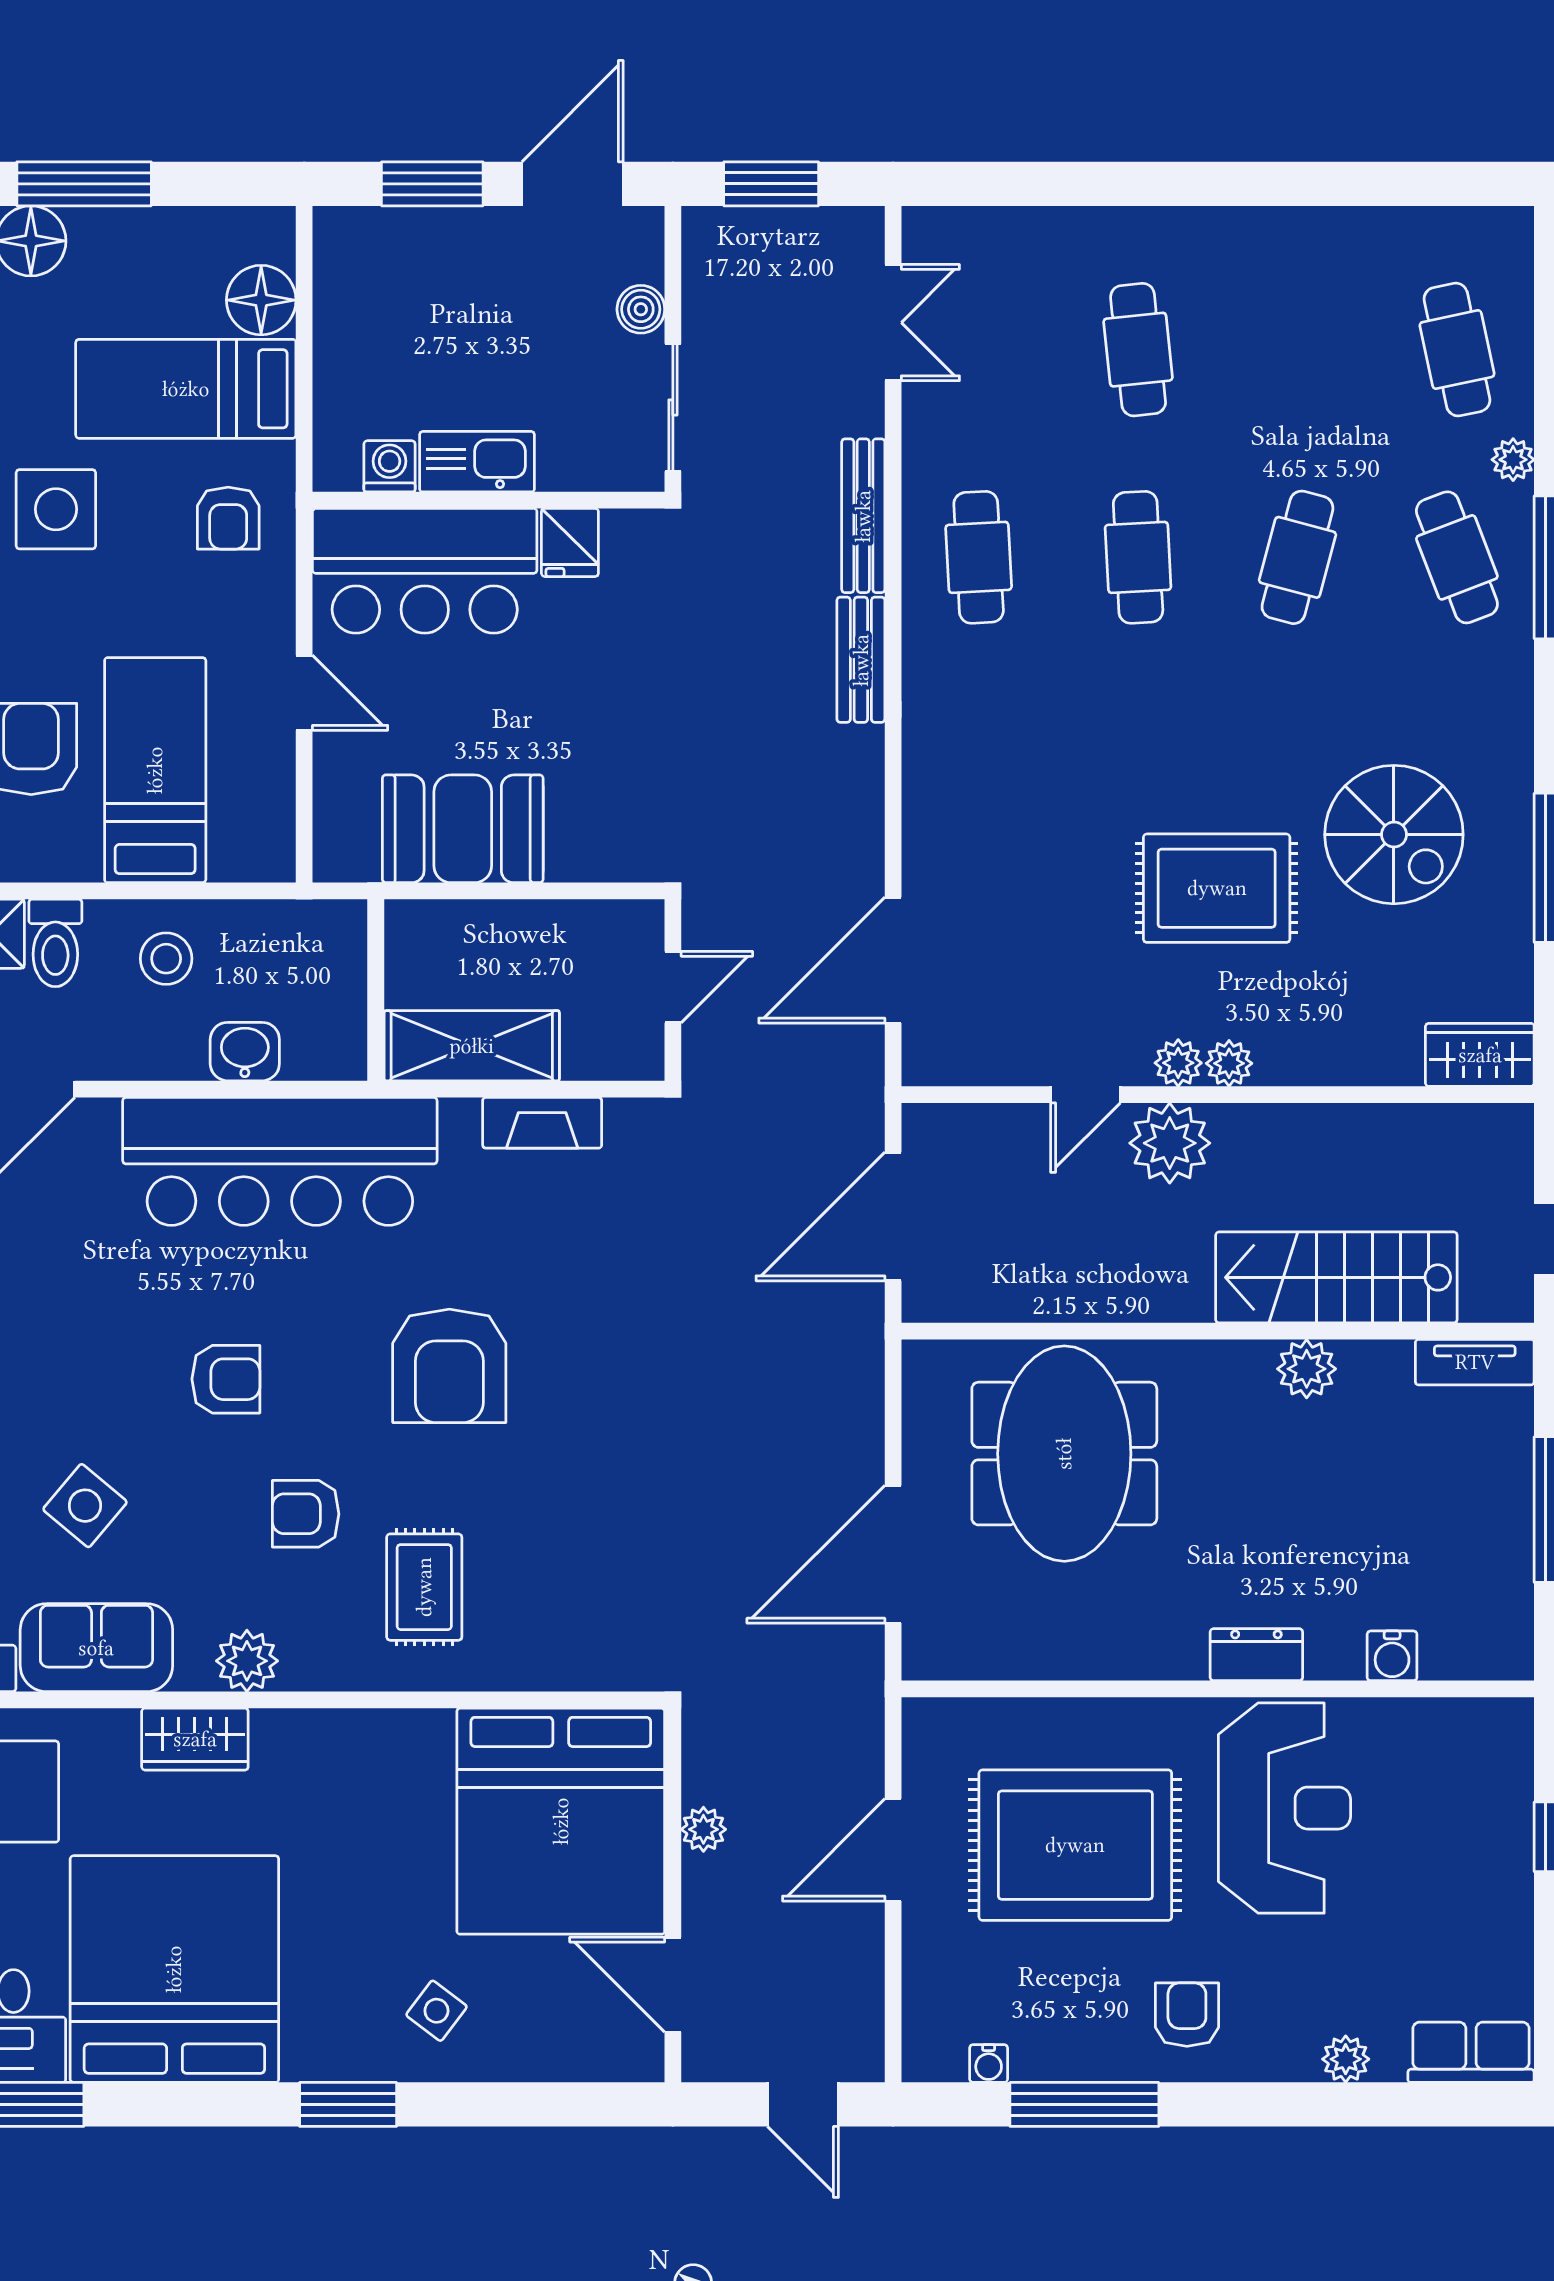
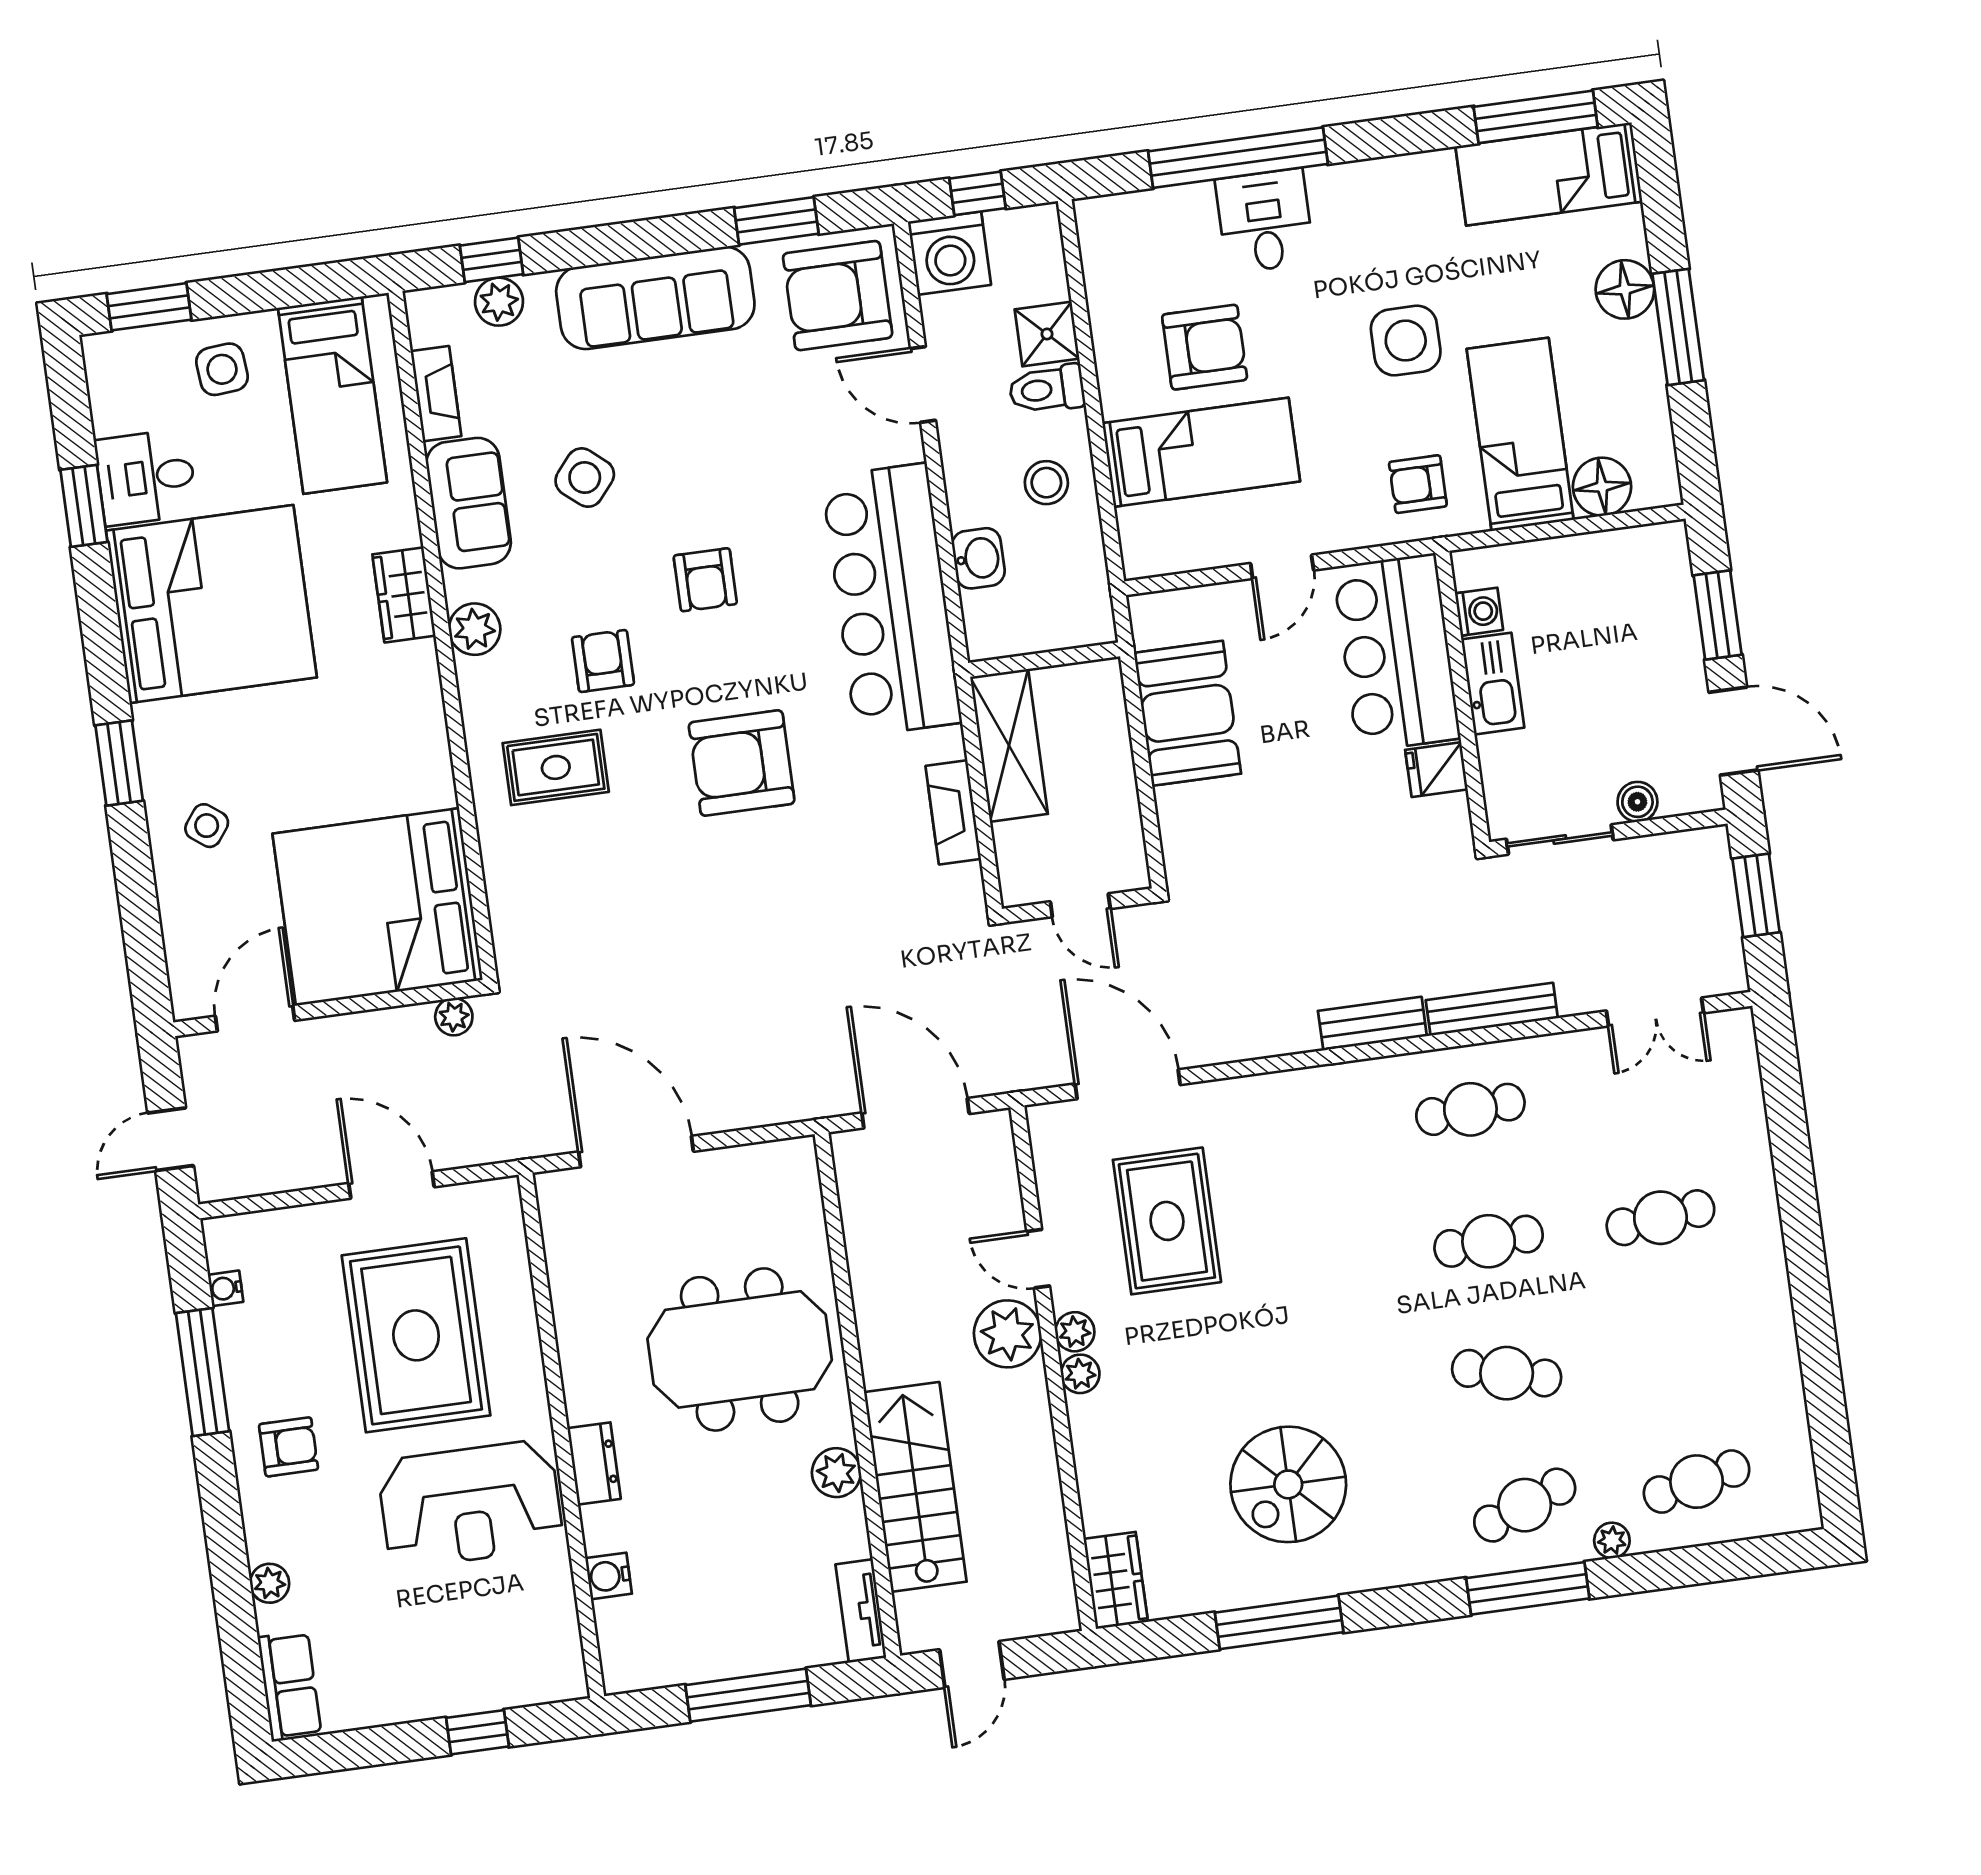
rug: (1217, 888) -> (1167, 1221), moved
meeting table: (1064, 1454) -> (740, 1349), moved
plant: (703, 1829) -> (454, 1017), moved

